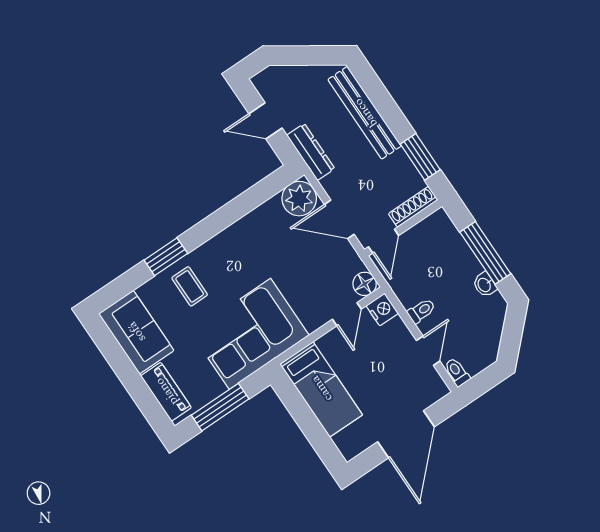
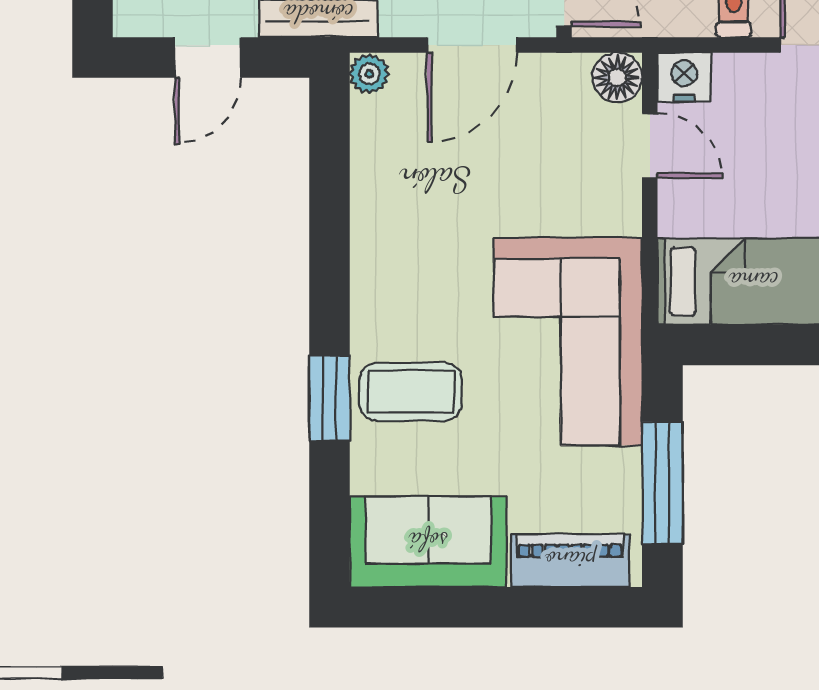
plant: (299, 199) -> (369, 74), width x0.53, depth x0.53
coffee table: (190, 286) -> (411, 392), width x1.36, depth x1.30

